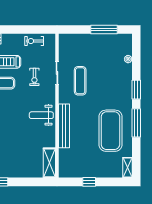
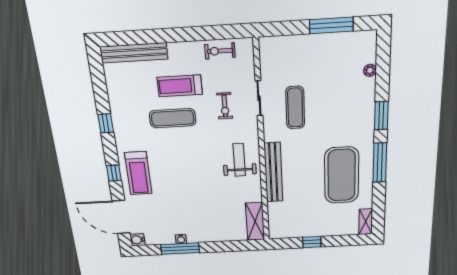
weight bench: (41, 115) -> (239, 160), turned 90

